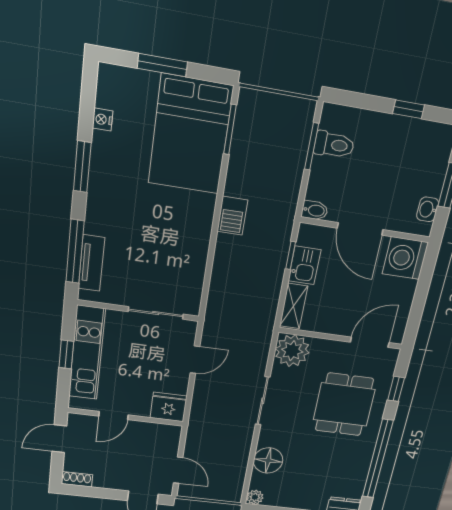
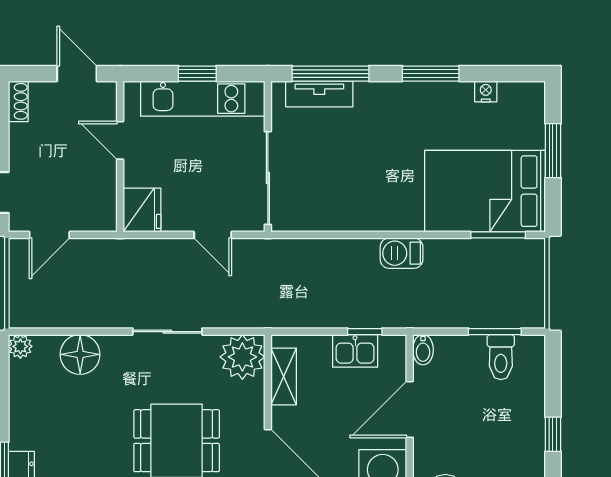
shelving: (294, 306) -> (284, 376), moved, turned 90
sliding door: (156, 313) -> (268, 178), width x1.37

